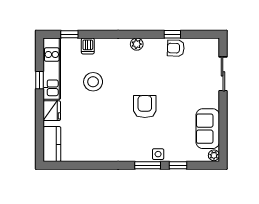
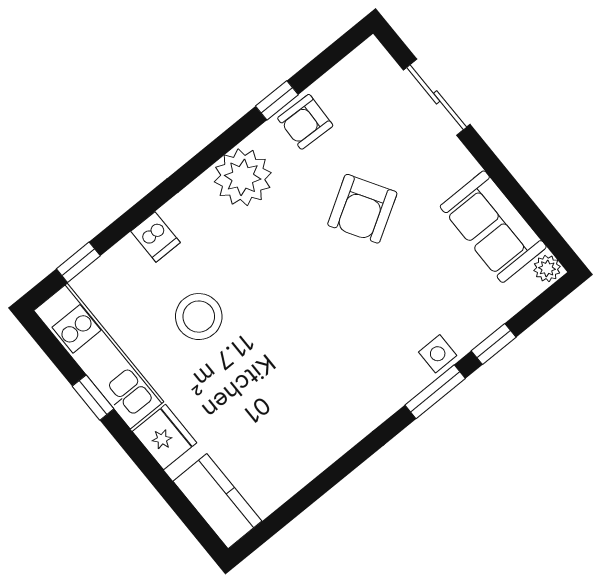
plant: (137, 44) -> (243, 177), width x1.88, depth x1.88
dishwasher: (88, 46) -> (156, 237), moved
armchair: (145, 107) -> (362, 209), moved, turned -121

